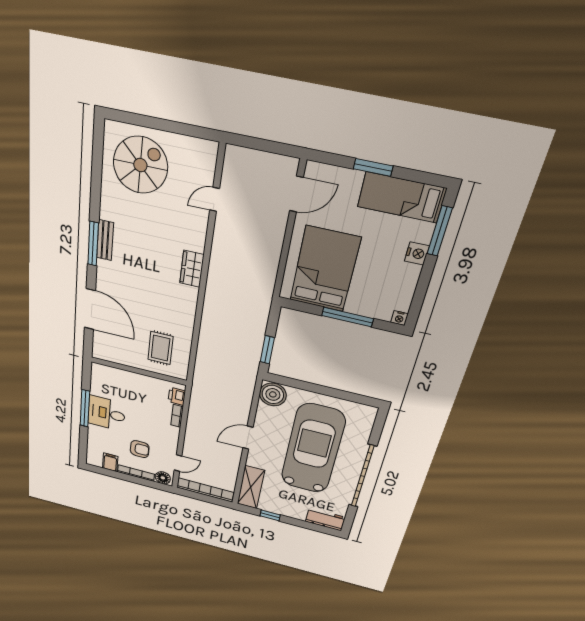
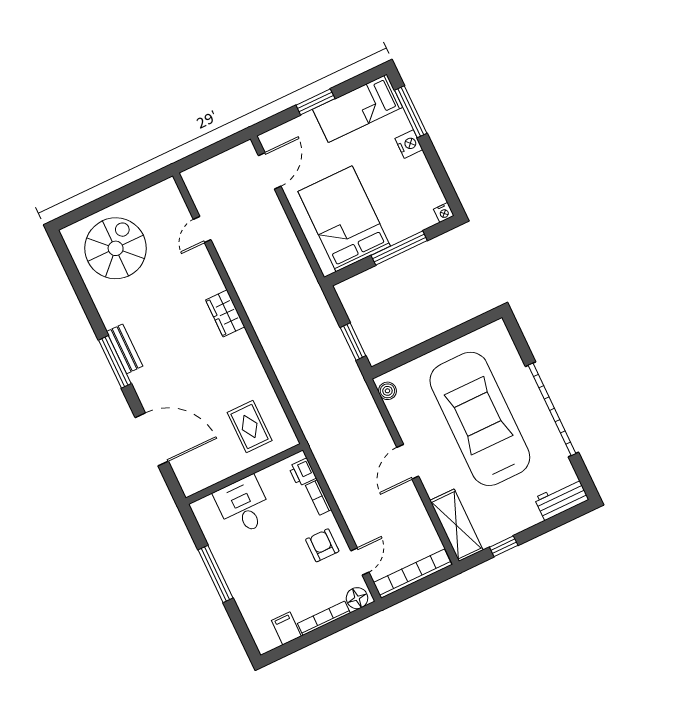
boiler: (273, 394) -> (387, 391), width x0.54, depth x0.54
desk: (106, 413) -> (243, 506), moved, turned 90
armchair: (140, 449) -> (322, 545), moved, turned -90

